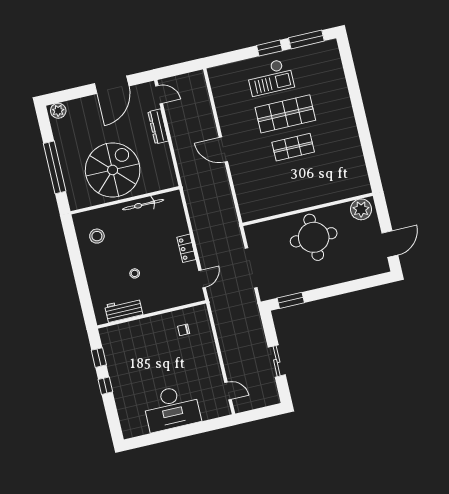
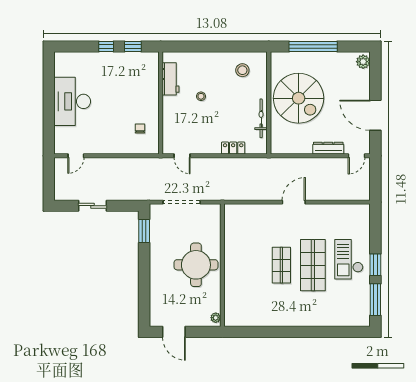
plant: (361, 209) -> (216, 318), width x0.53, depth x0.53
locker: (186, 248) -> (233, 148), moved

